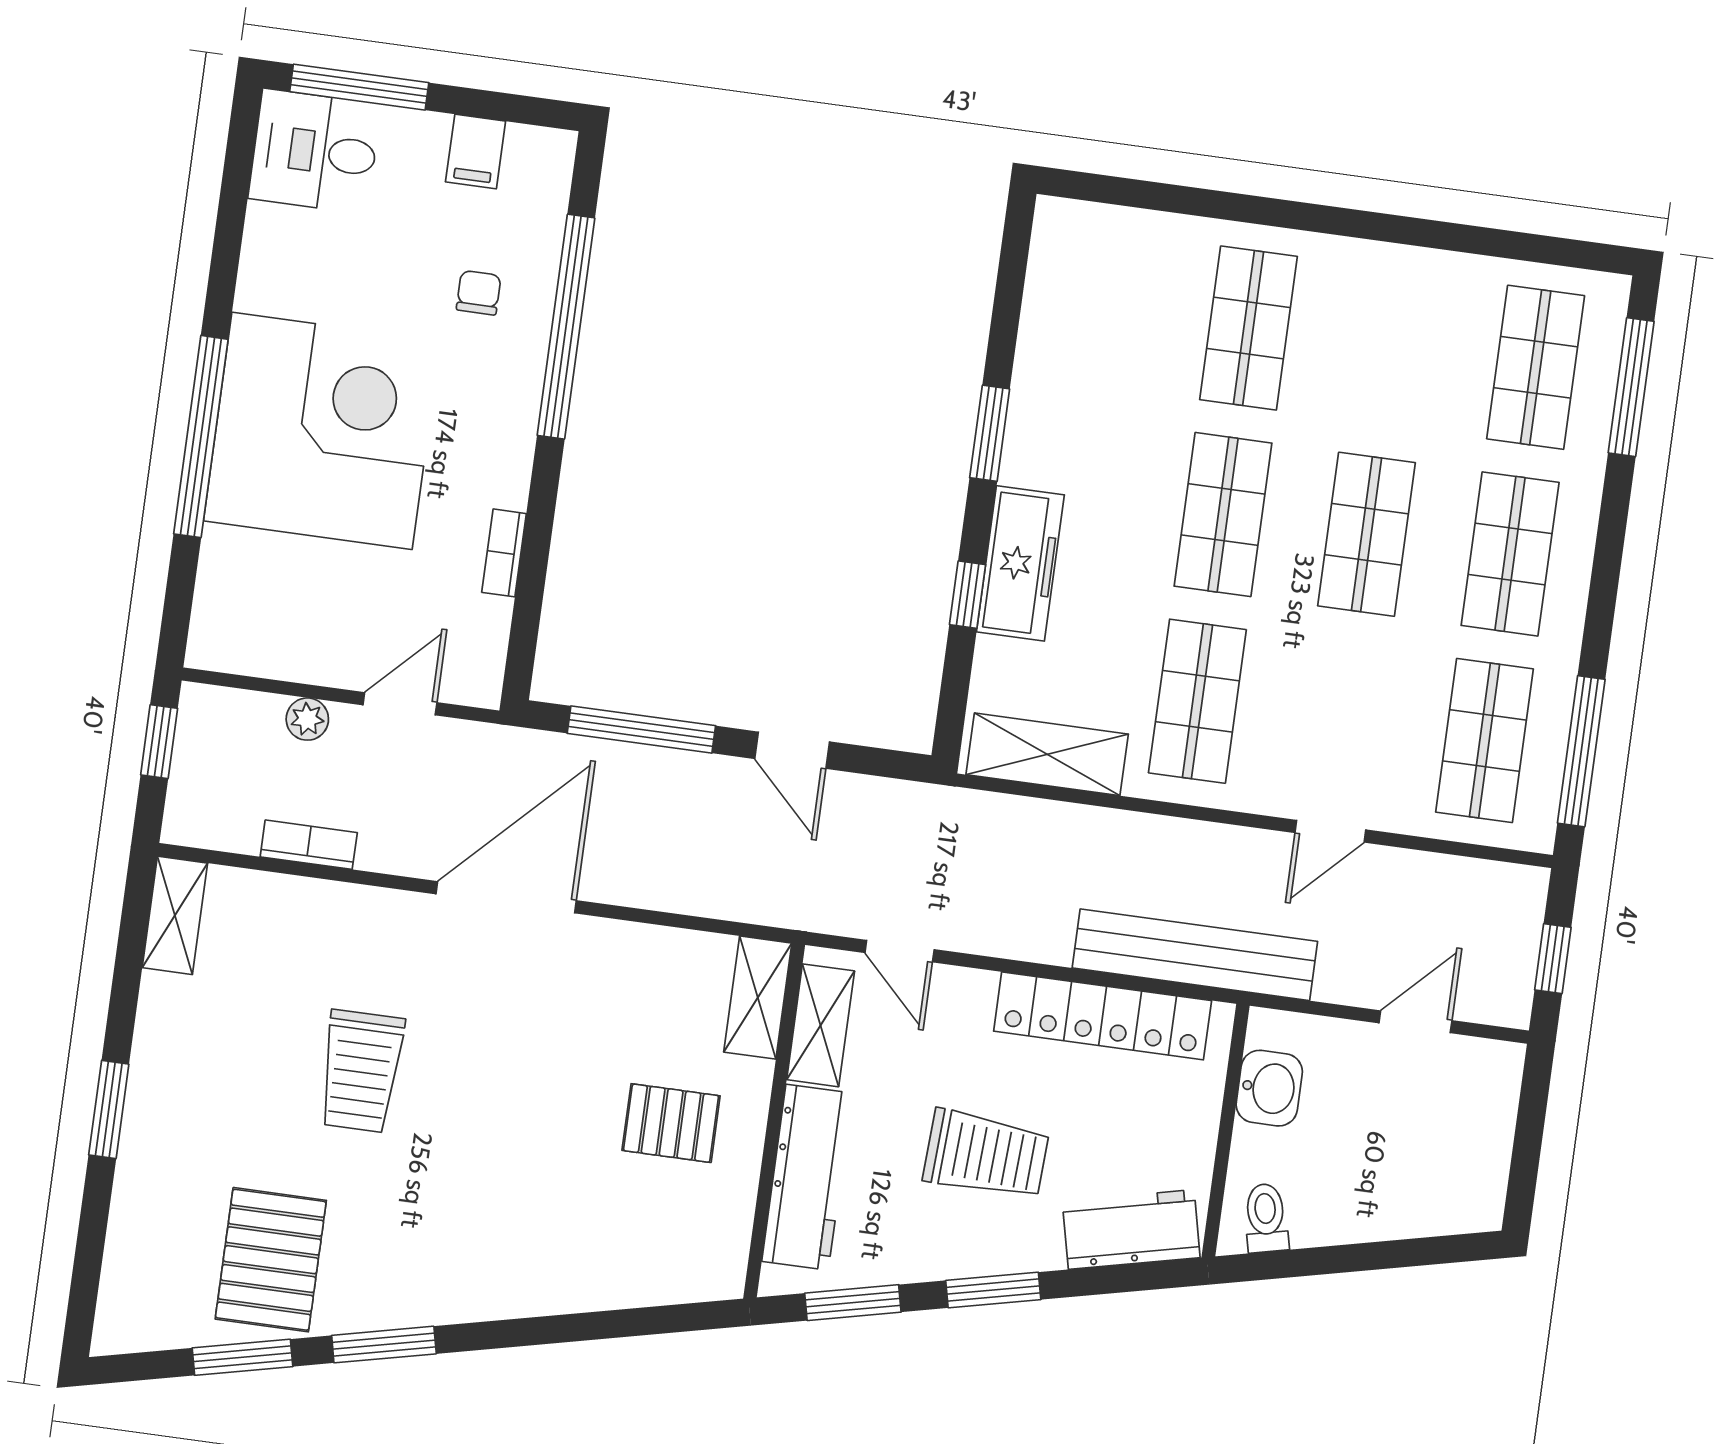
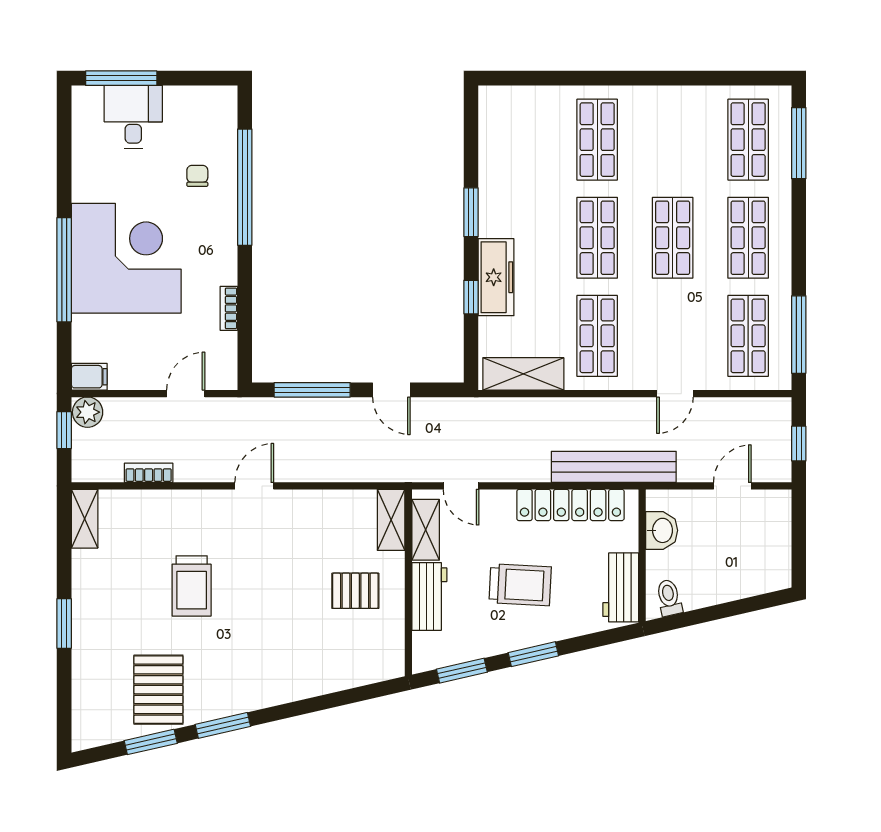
desk: (315, 151) -> (133, 117), moved, turned 90
filing cabinet: (476, 152) -> (89, 377), moved, turned -90
plant: (307, 719) -> (88, 412), moved, width x1.38, depth x1.38
door: (506, 897) -> (254, 486), width x0.53
workbench: (807, 1177) -> (429, 596), width x0.73
workbench: (1131, 1229) -> (621, 587), moved, turned -77

